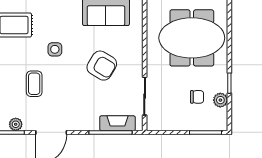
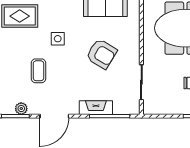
fireplace: (117, 123) -> (96, 108), moved

